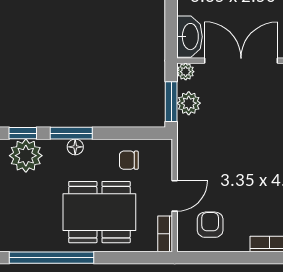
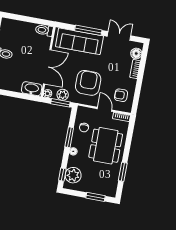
double door: (241, 61) -> (47, 67), swing flipped
window: (71, 133) -> (69, 137), moved
armchair: (223, 152) -> (88, 83), added
window: (51, 258) -> (123, 172), width x0.47

